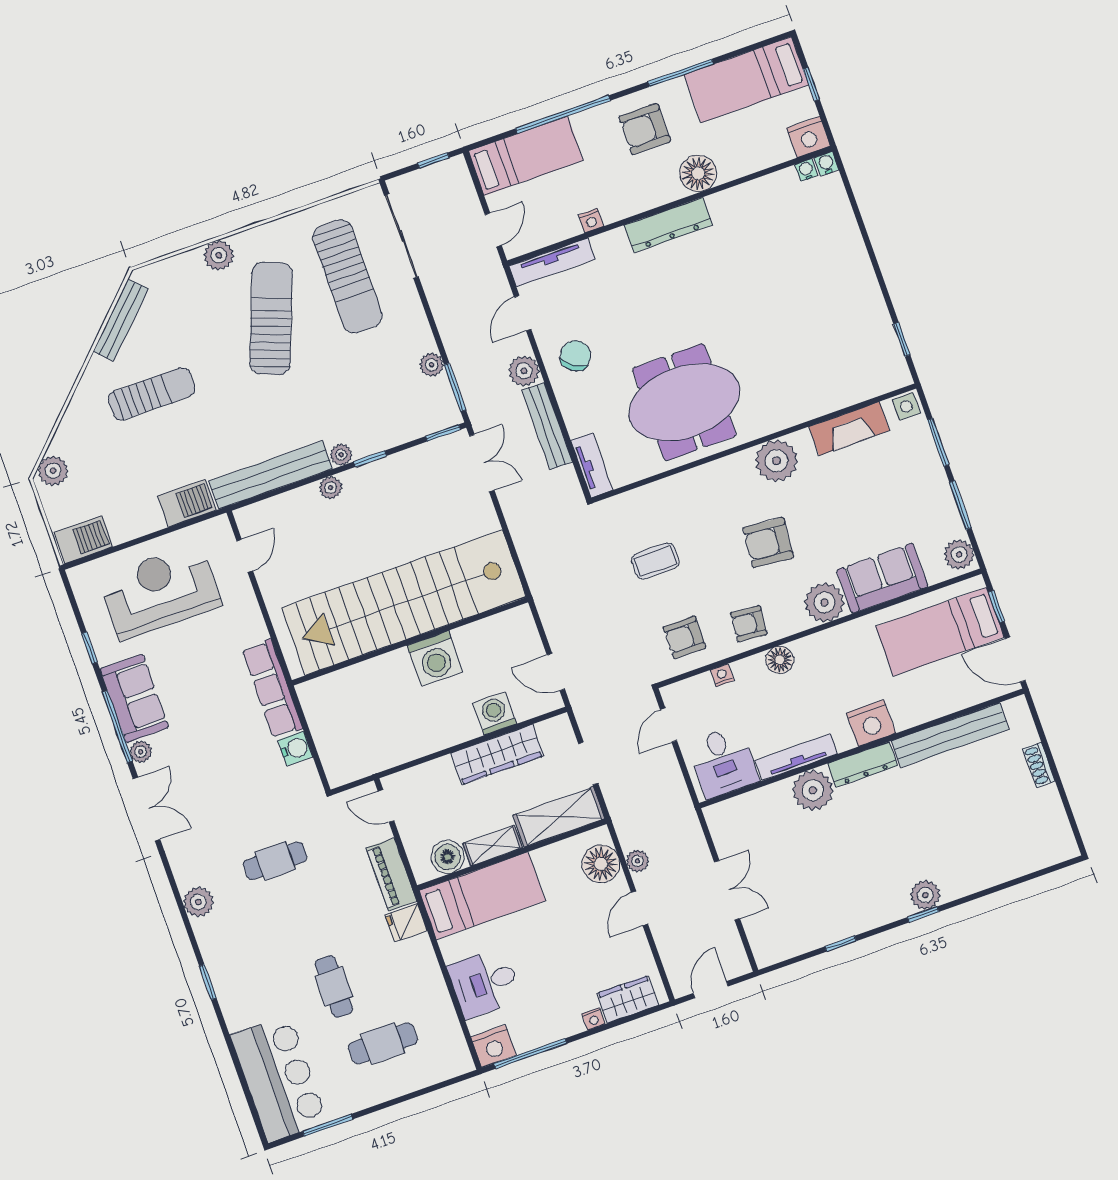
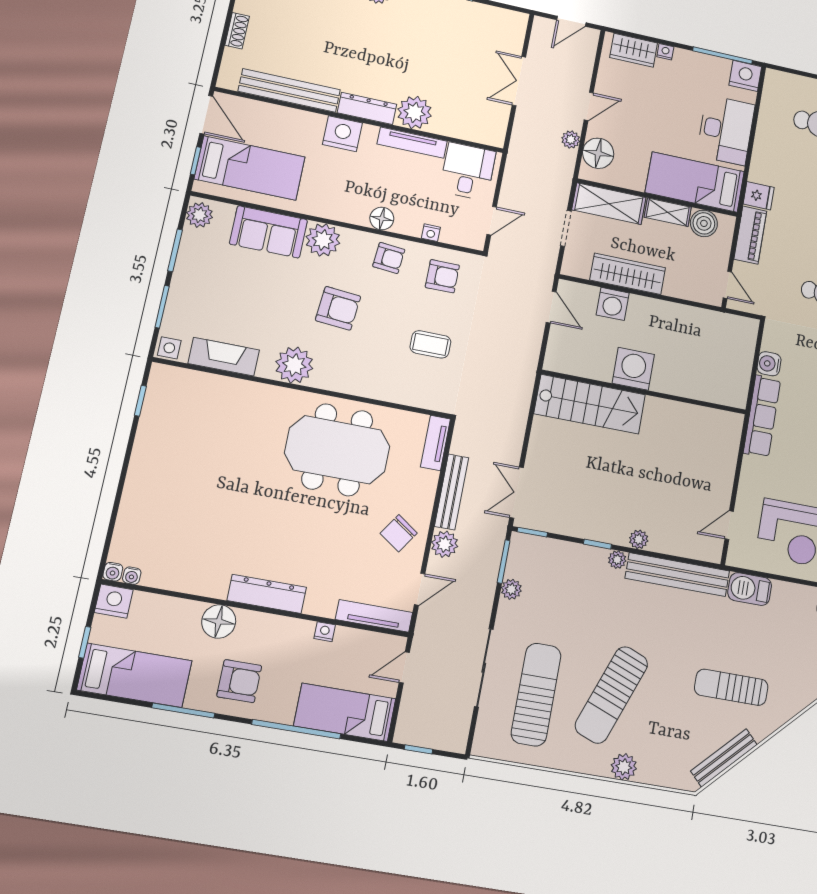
sliding door: (401, 236) -> (484, 668), moved
stairs: (404, 602) -> (590, 404), width x0.54, depth x0.66
desk: (485, 983) -> (726, 130), width x1.37

